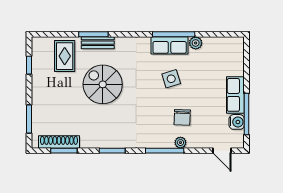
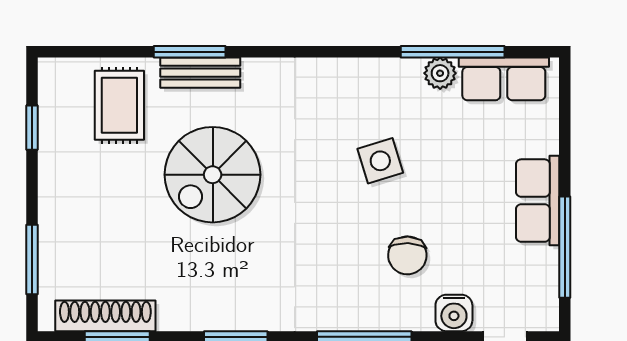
window: (174, 34) -> (453, 52), moved
row of seats: (170, 45) -> (504, 79), moved
spiral stairs: (103, 84) -> (213, 175), turned -90
water cooler: (237, 122) -> (454, 313), moved, turned 90
plant: (180, 143) -> (403, 317), removed

